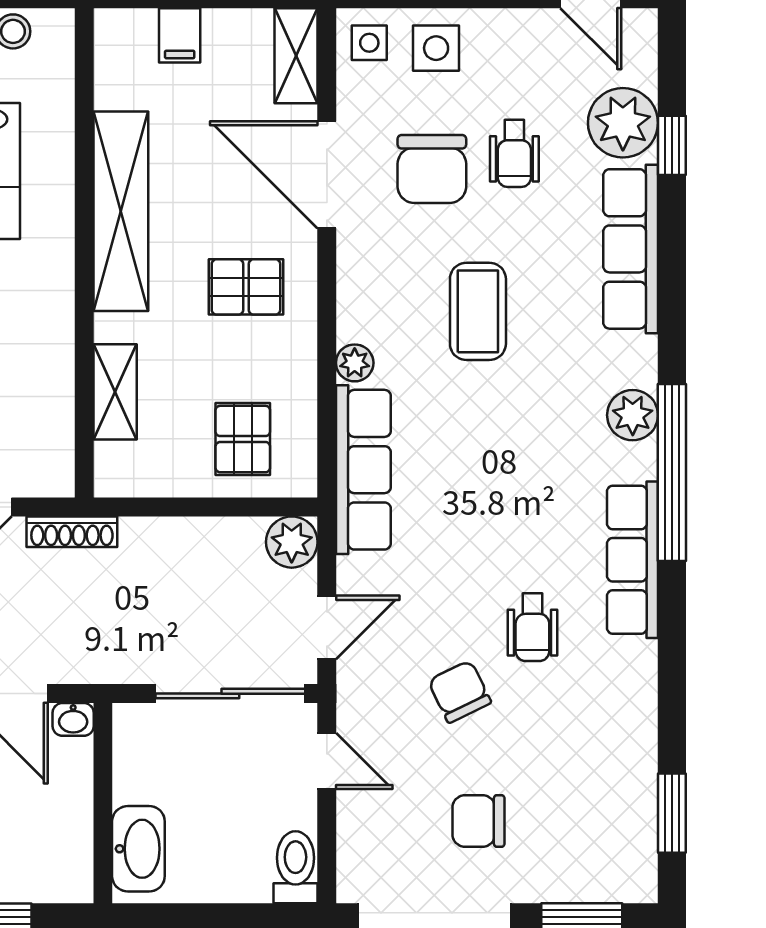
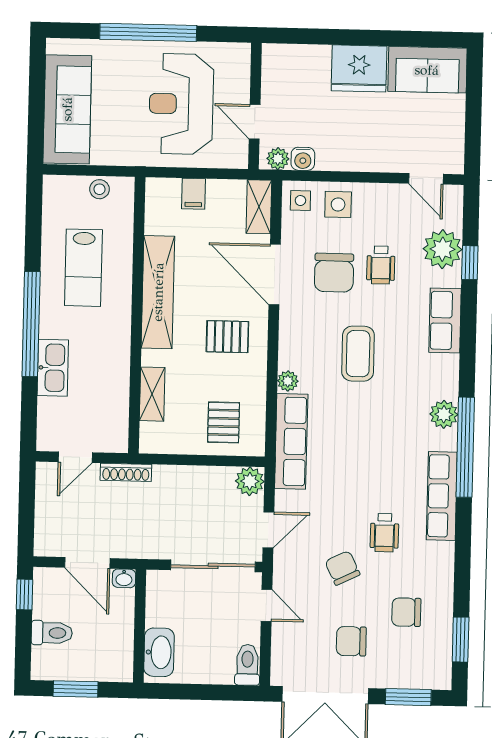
row of seats: (631, 249) -> (445, 320), width x0.68
chair: (575, 767) -> (406, 612), added

